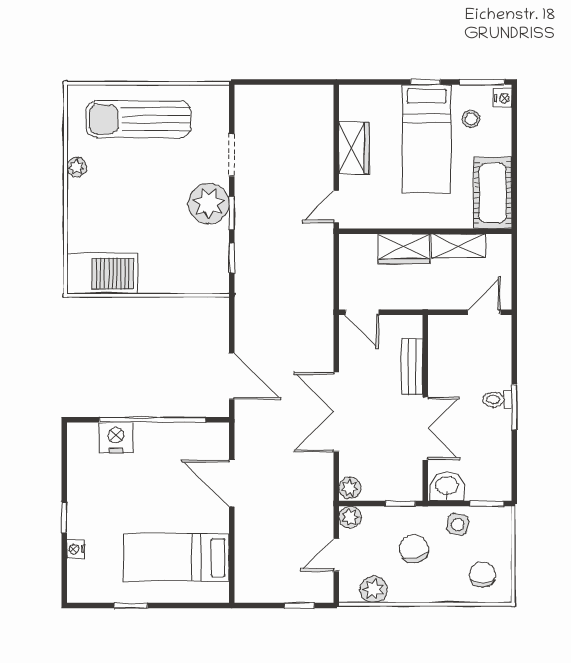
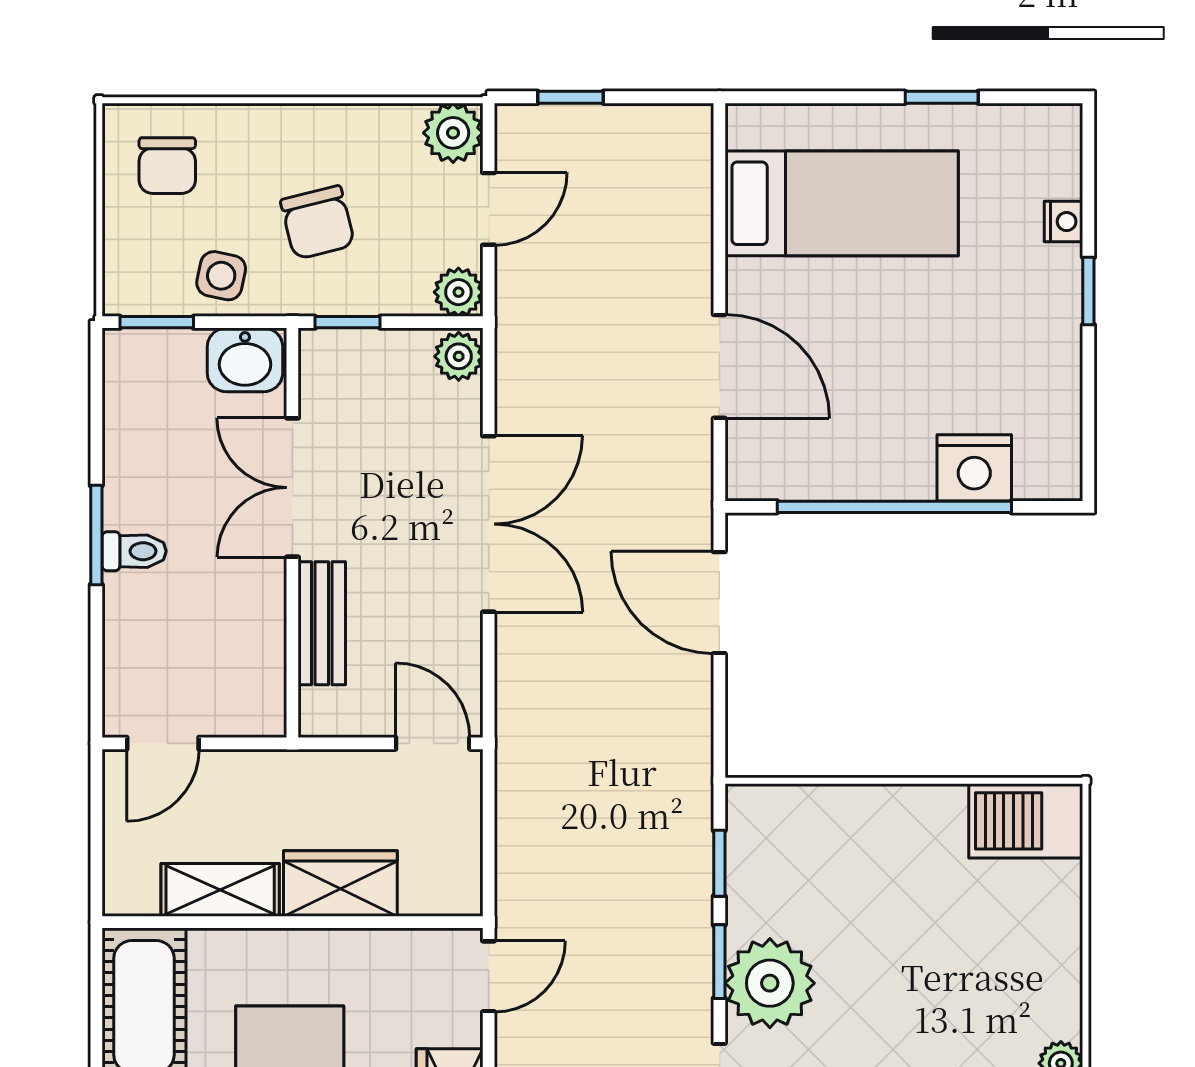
barbecue: (102, 274) -> (1026, 821), width x0.73, depth x0.83
plant: (374, 589) -> (453, 133), moved

